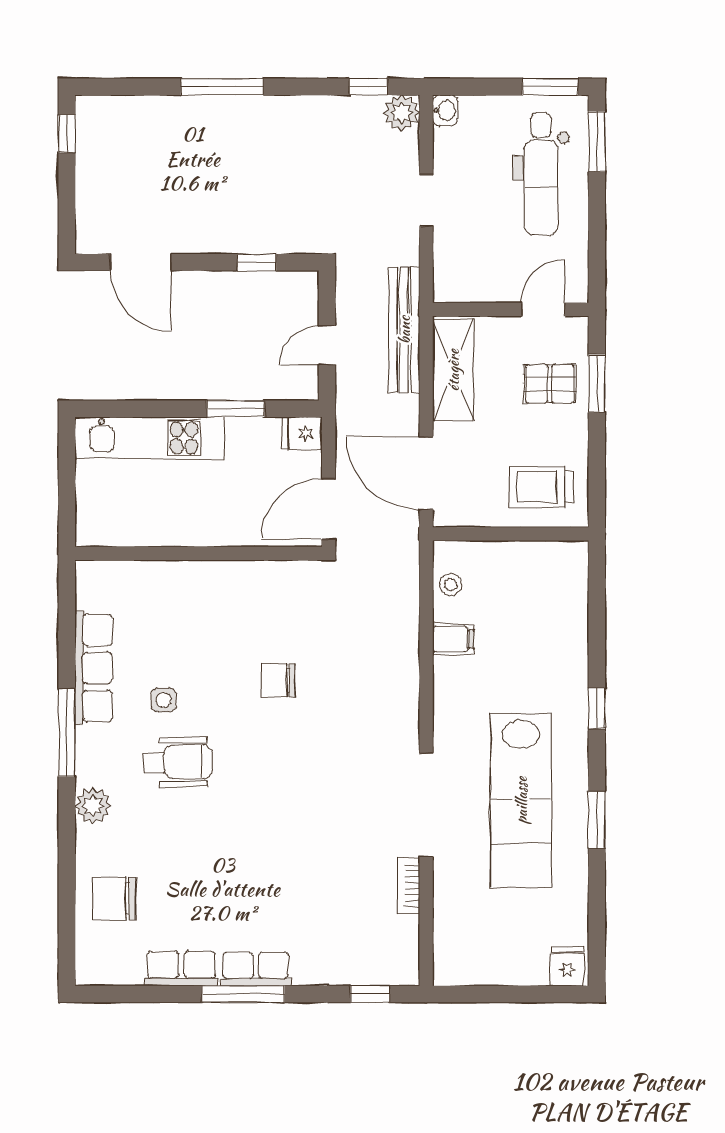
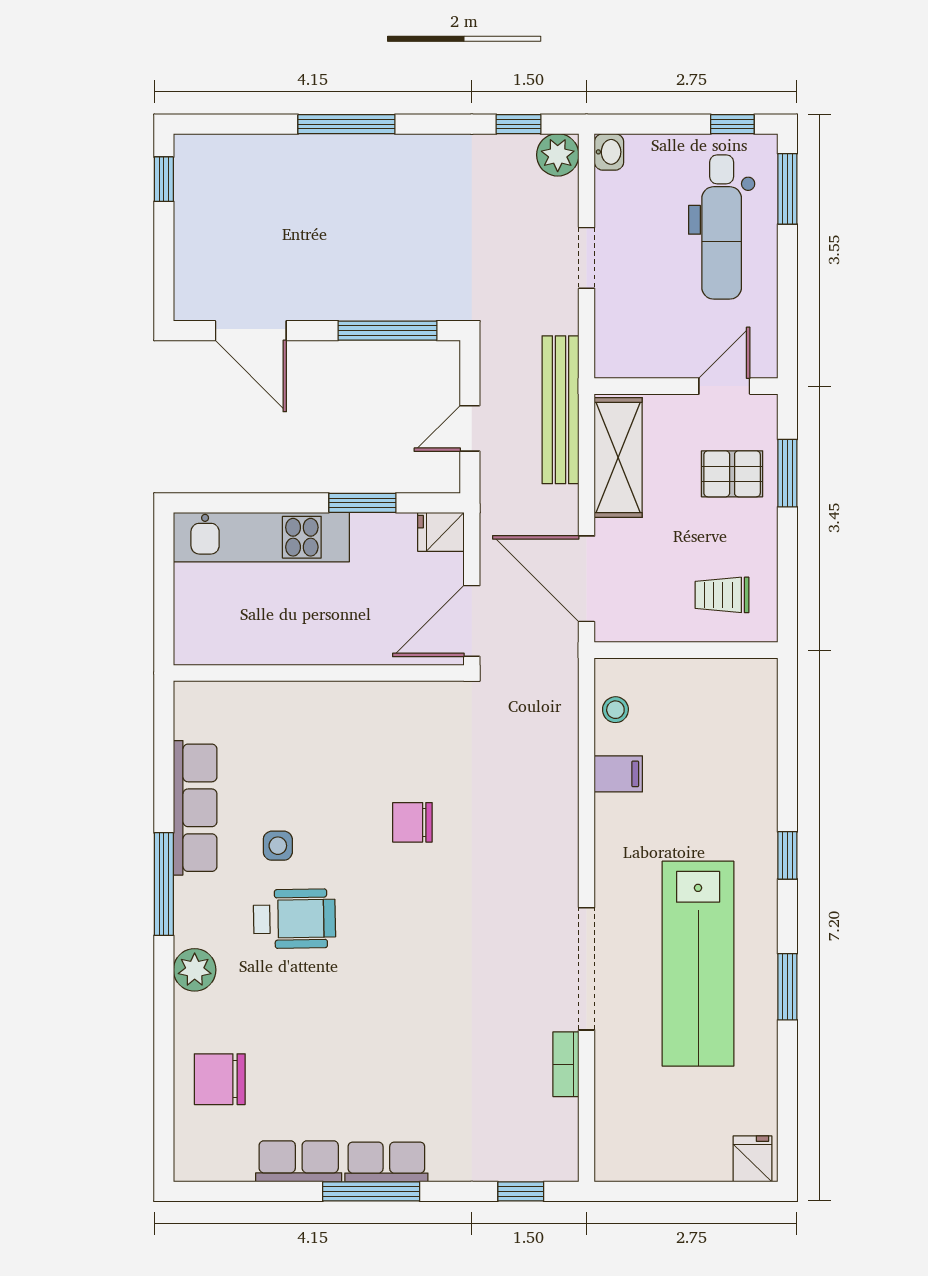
window: (550, 87) -> (732, 124), width x0.67
window: (257, 262) -> (387, 331), width x2.17
trolley: (541, 487) -> (722, 595), width x0.73, depth x0.72

